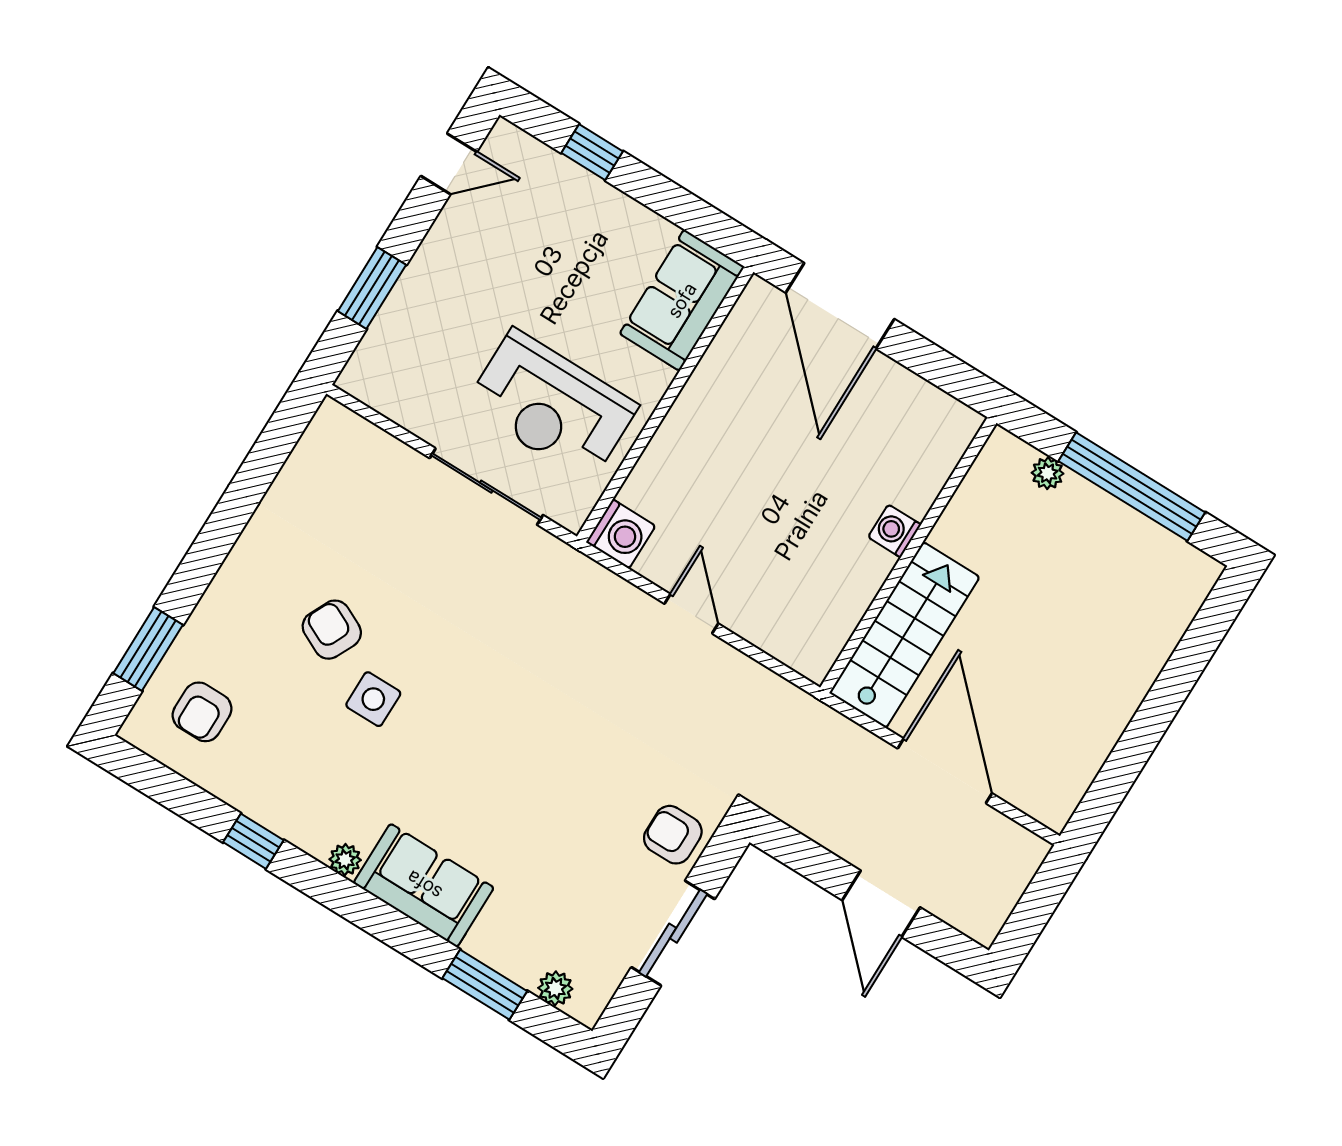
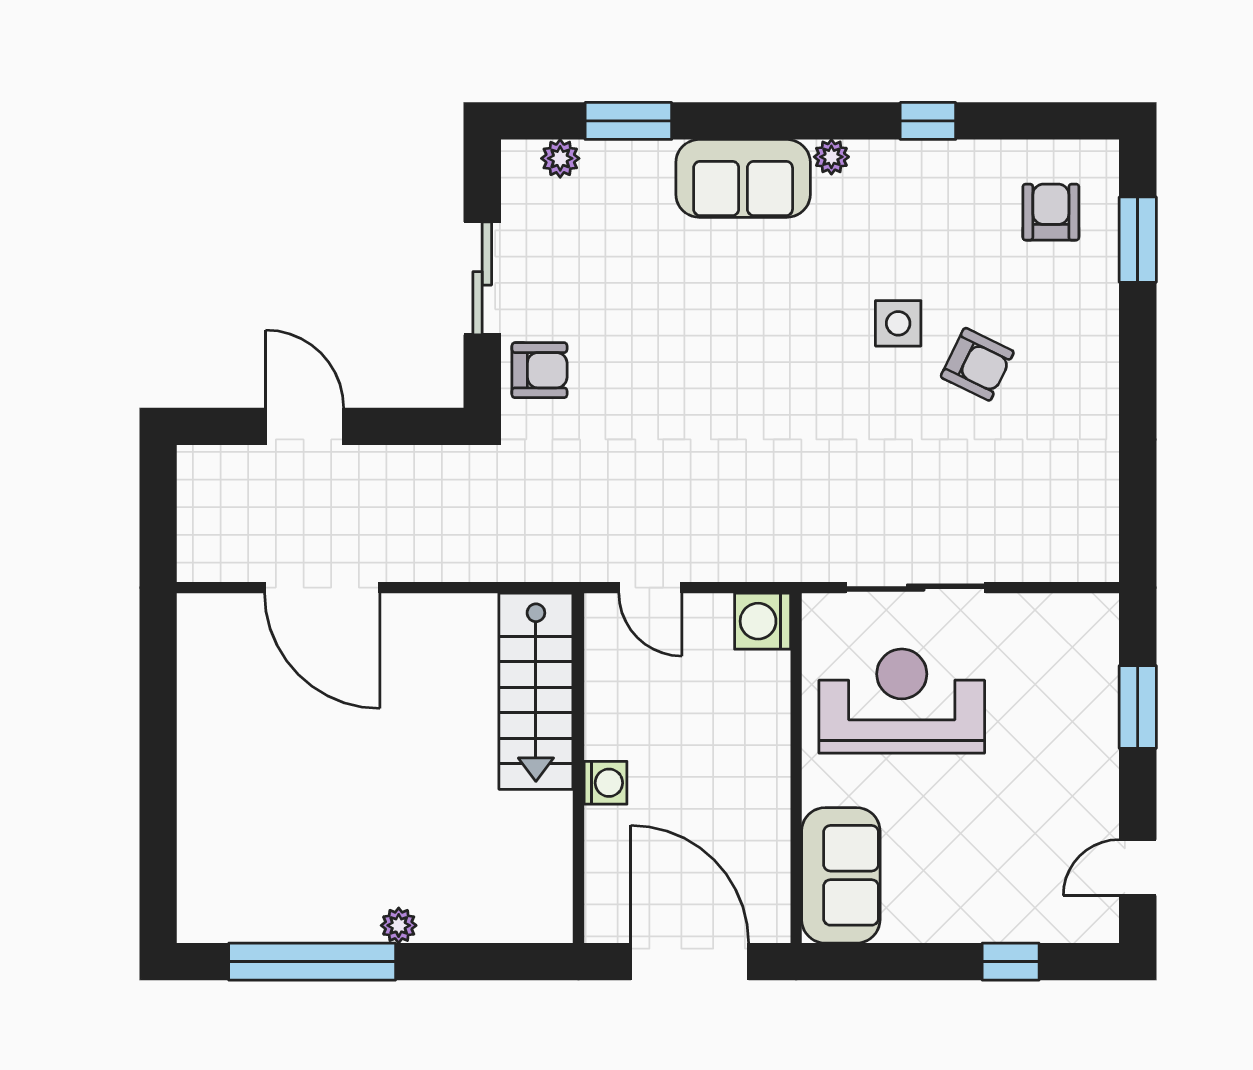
washing machine: (895, 531) -> (606, 783), moved
wall: (908, 555) -> (579, 768), moved
stairs: (904, 635) -> (536, 691), moved

